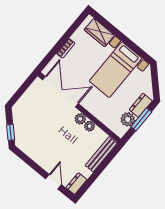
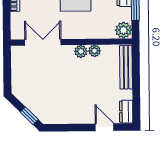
double door: (60, 92) -> (43, 42), width x0.73
plant: (128, 119) -> (123, 30), moved

